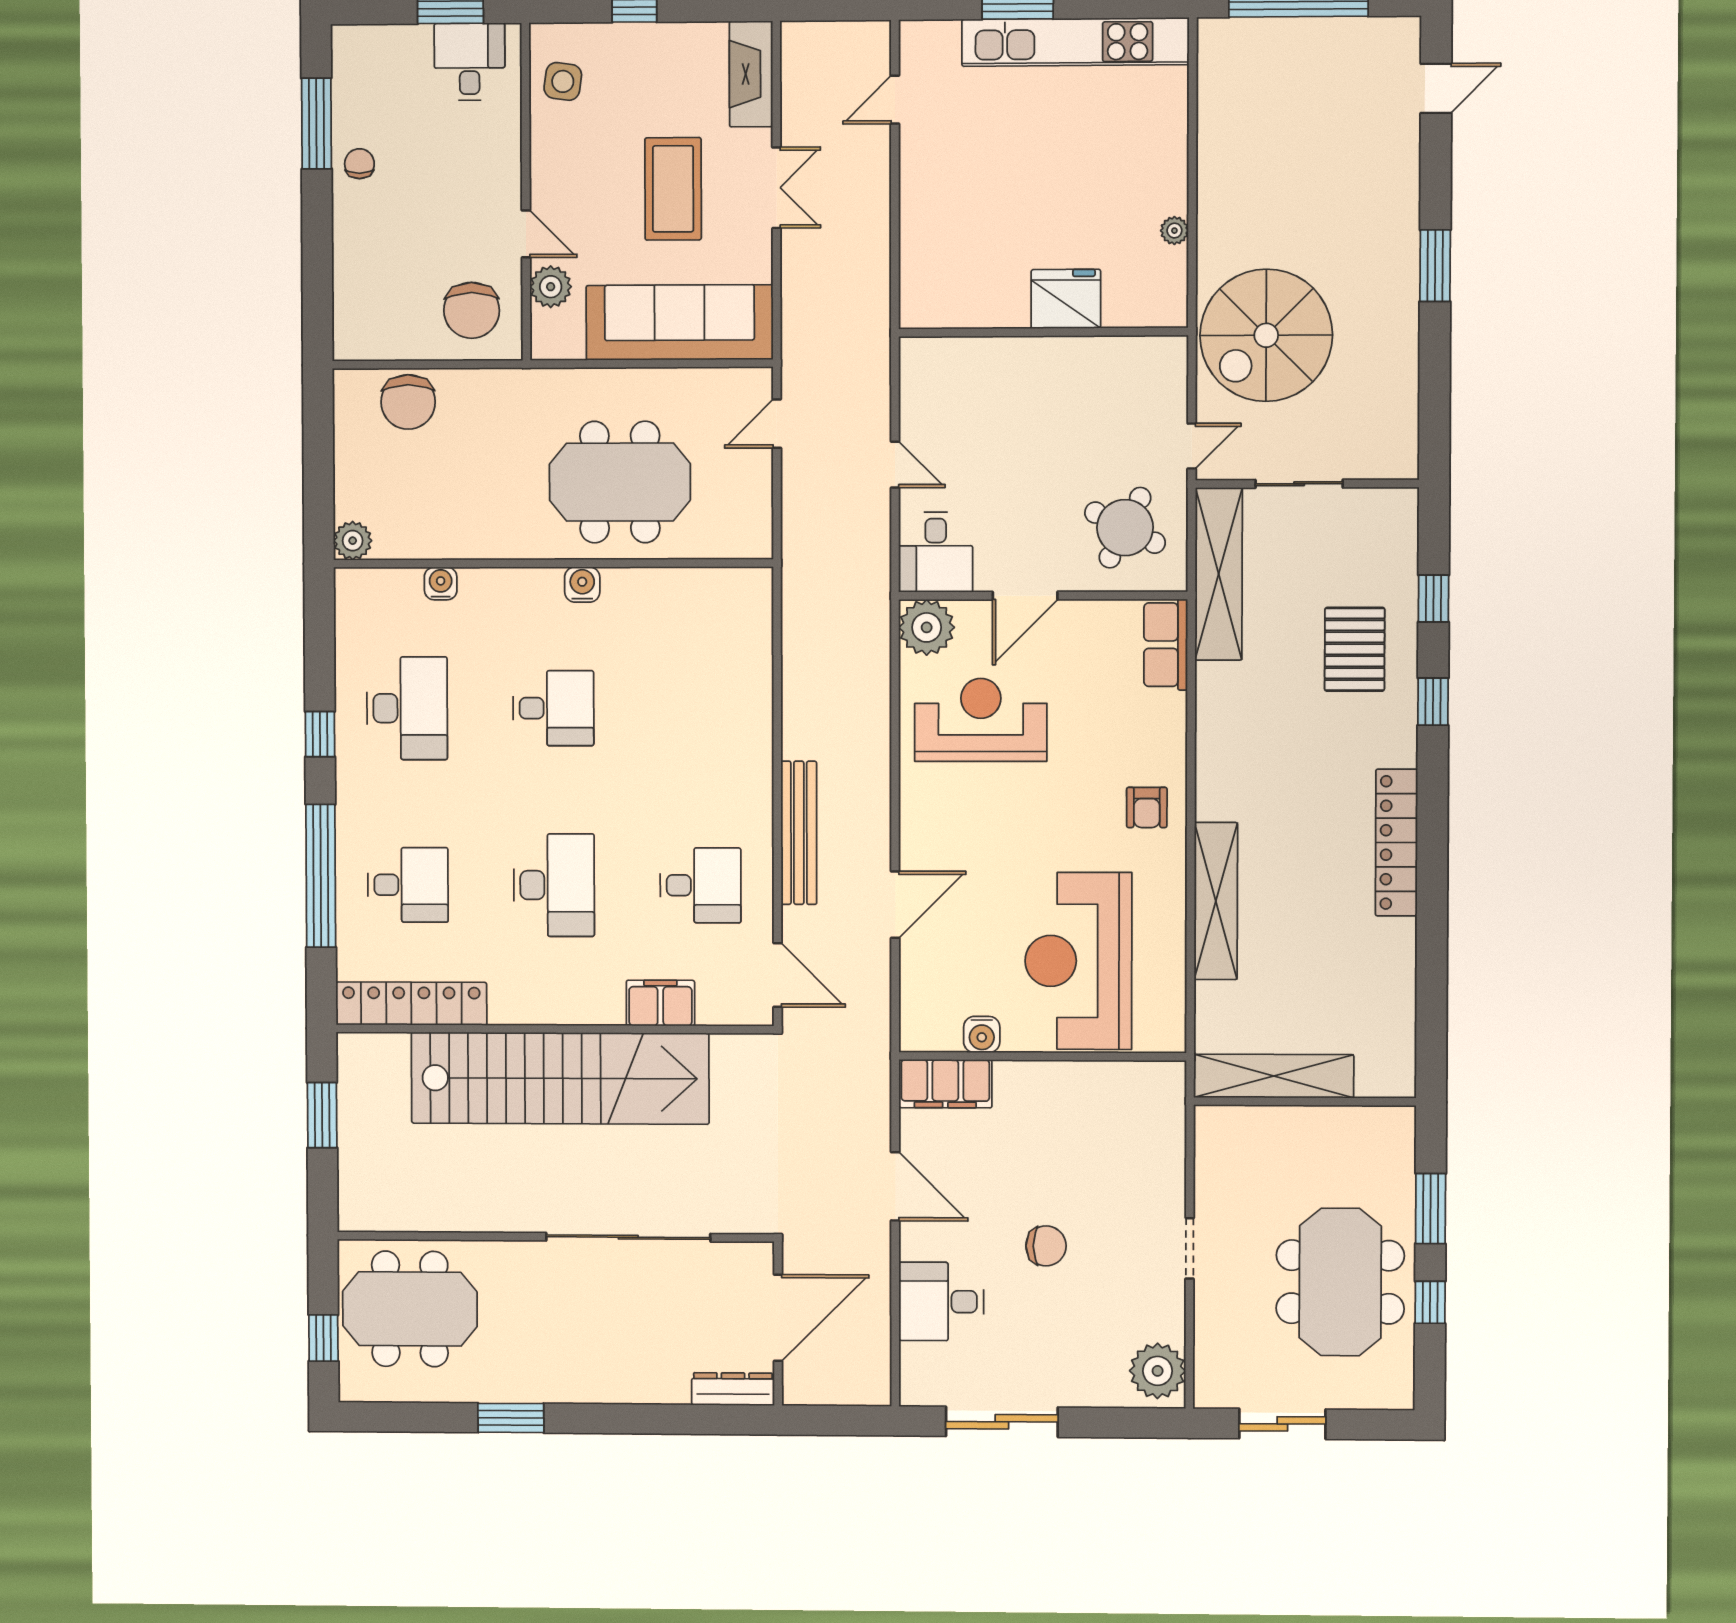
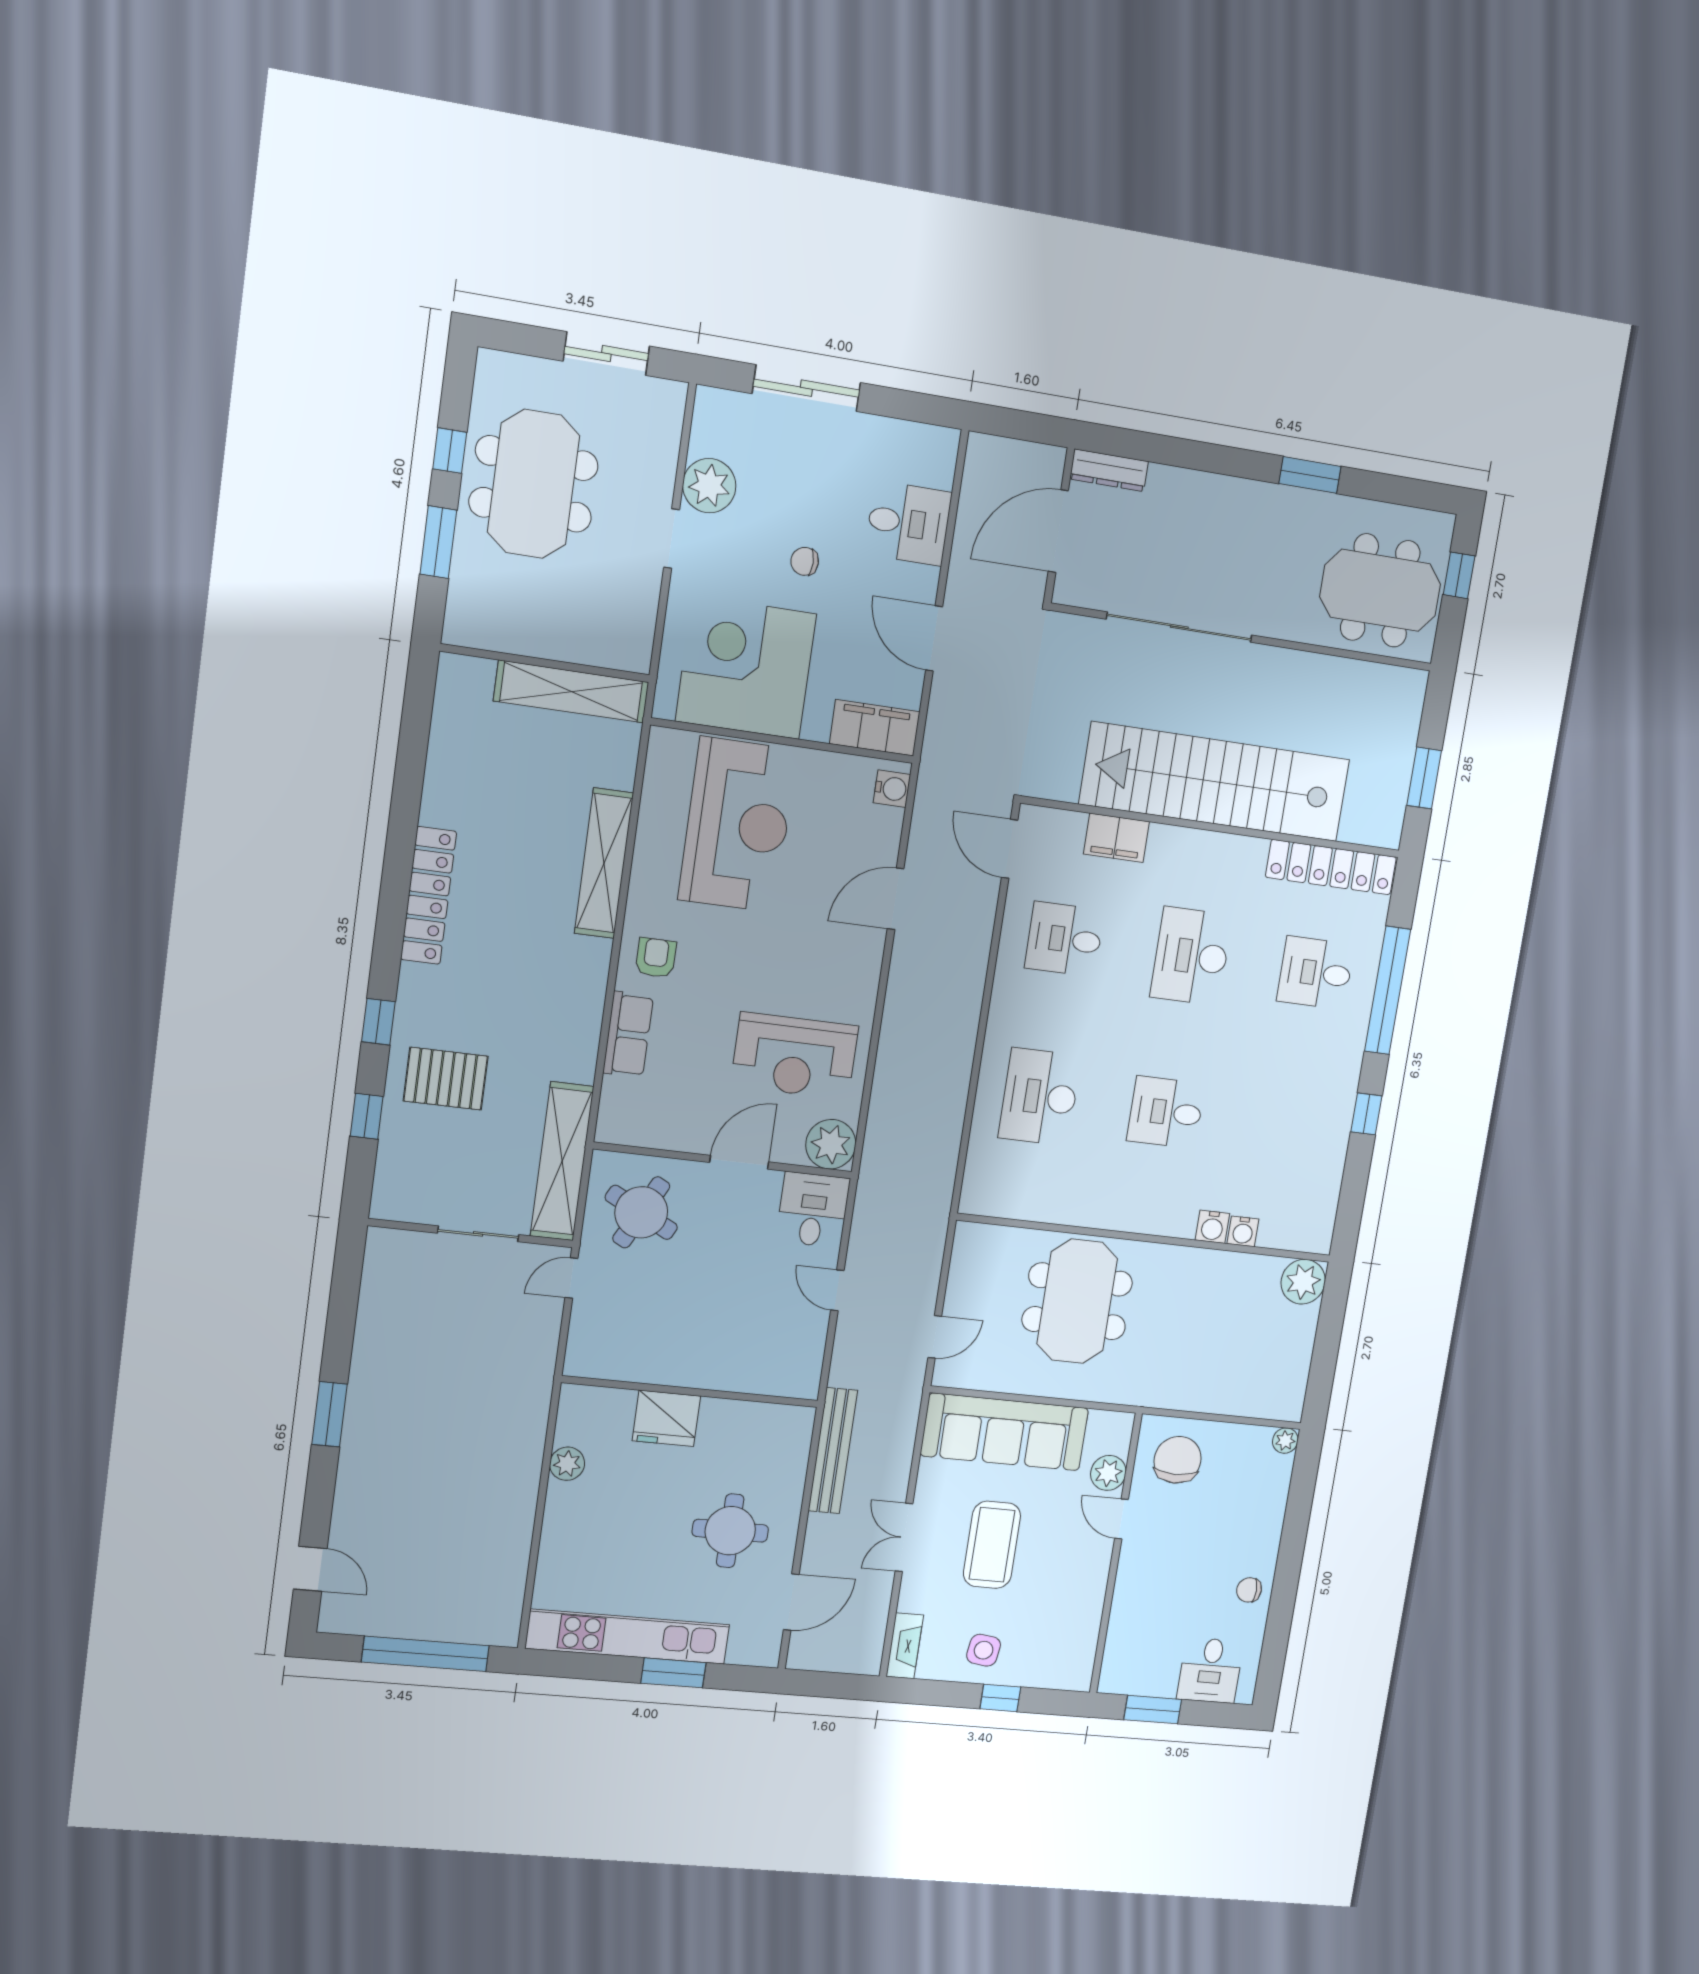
desk: (470, 62) -> (1210, 1670), moved
fireplace: (751, 74) -> (905, 1646), width x0.73, depth x0.76
side table: (563, 81) -> (984, 1650), moved
door: (1436, 88) -> (310, 1569), swing flipped
door: (895, 100) -> (791, 1602), width x1.38
window: (316, 124) -> (1278, 1626), removed
chair: (359, 164) -> (1249, 1590), turned 90
round table: (976, 177) -> (730, 1531), added
plant: (1174, 231) -> (567, 1464), width x1.38, depth x1.38
spiral stairs: (1266, 335) -> (491, 1368), removed
plant: (347, 346) -> (1285, 1441), added
chair: (408, 402) -> (1243, 1388), removed
meeting table: (620, 482) -> (1077, 1301), turned 90
plant: (353, 541) -> (1303, 1282), width x1.36, depth x1.36
water cooler: (582, 585) -> (1212, 1227), moved
row of seats: (1166, 645) -> (628, 1034), moved
pallet: (1355, 649) -> (446, 1079), turned 90
desk: (407, 708) -> (1040, 1097), moved
bench: (799, 833) -> (833, 1451), moved
water cooler: (982, 1034) -> (892, 789), moved, turned 90
corner desk: (1093, 1127) -> (746, 667), added
chair: (1046, 1246) -> (805, 561), width x0.73, depth x0.73
plant: (1158, 1371) -> (709, 486), moved
sliding door: (1002, 1422) -> (806, 388), moved

